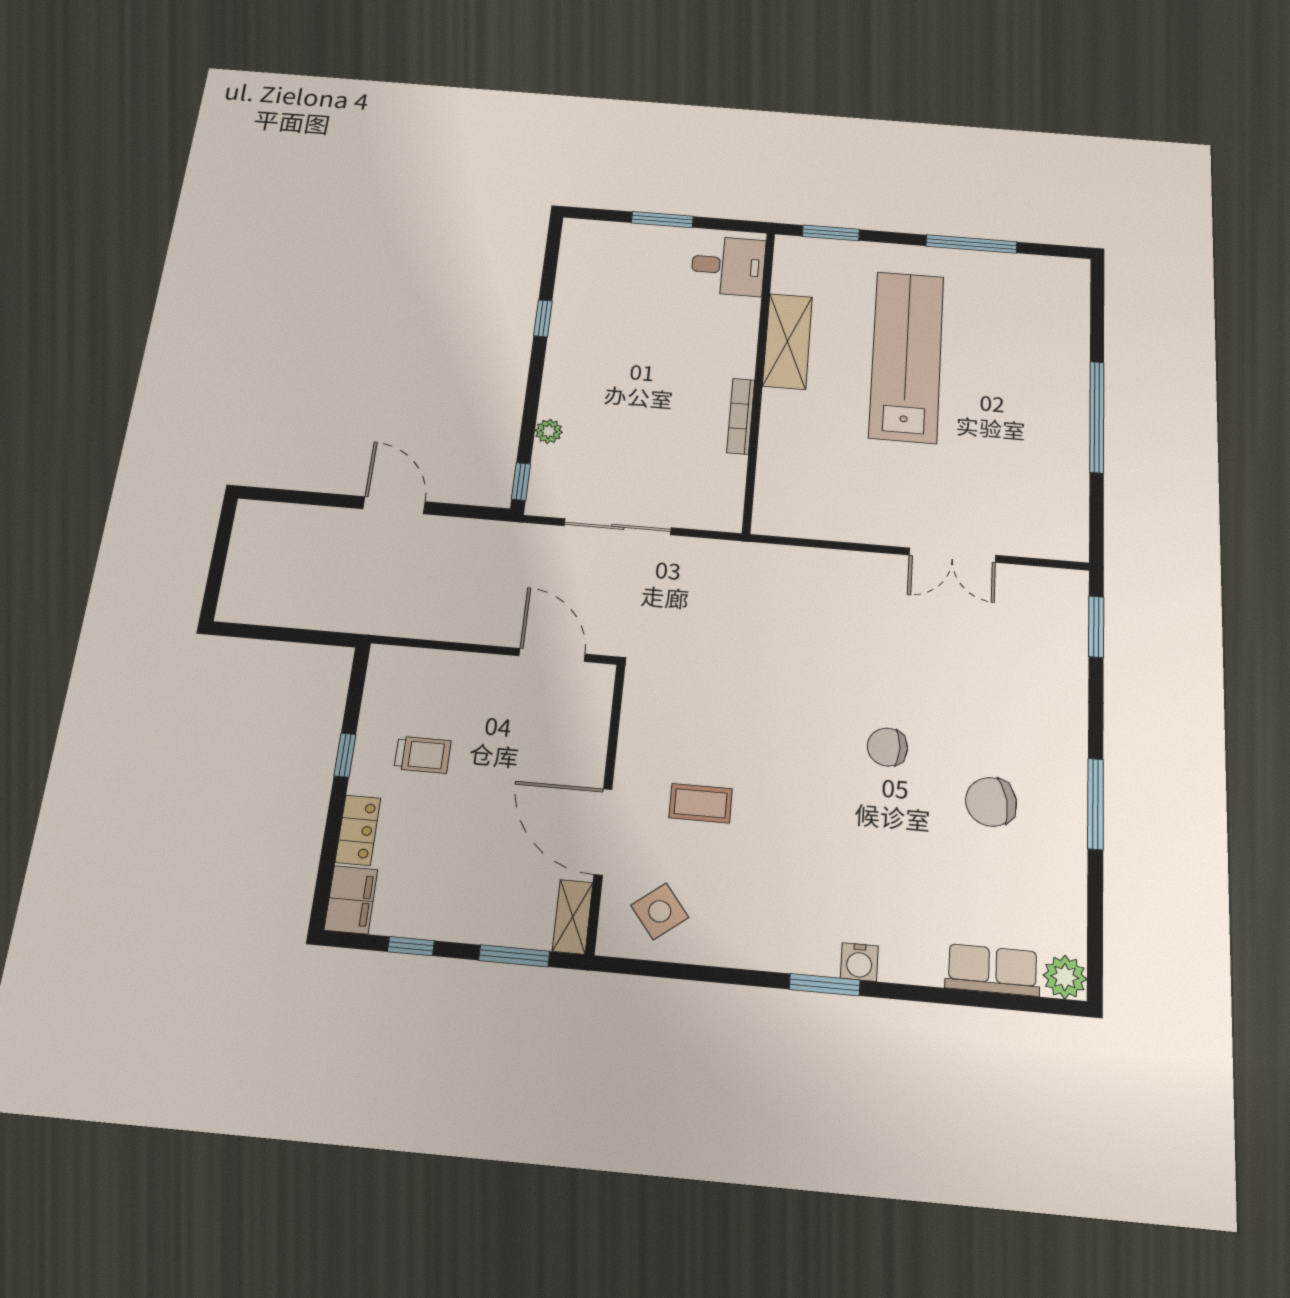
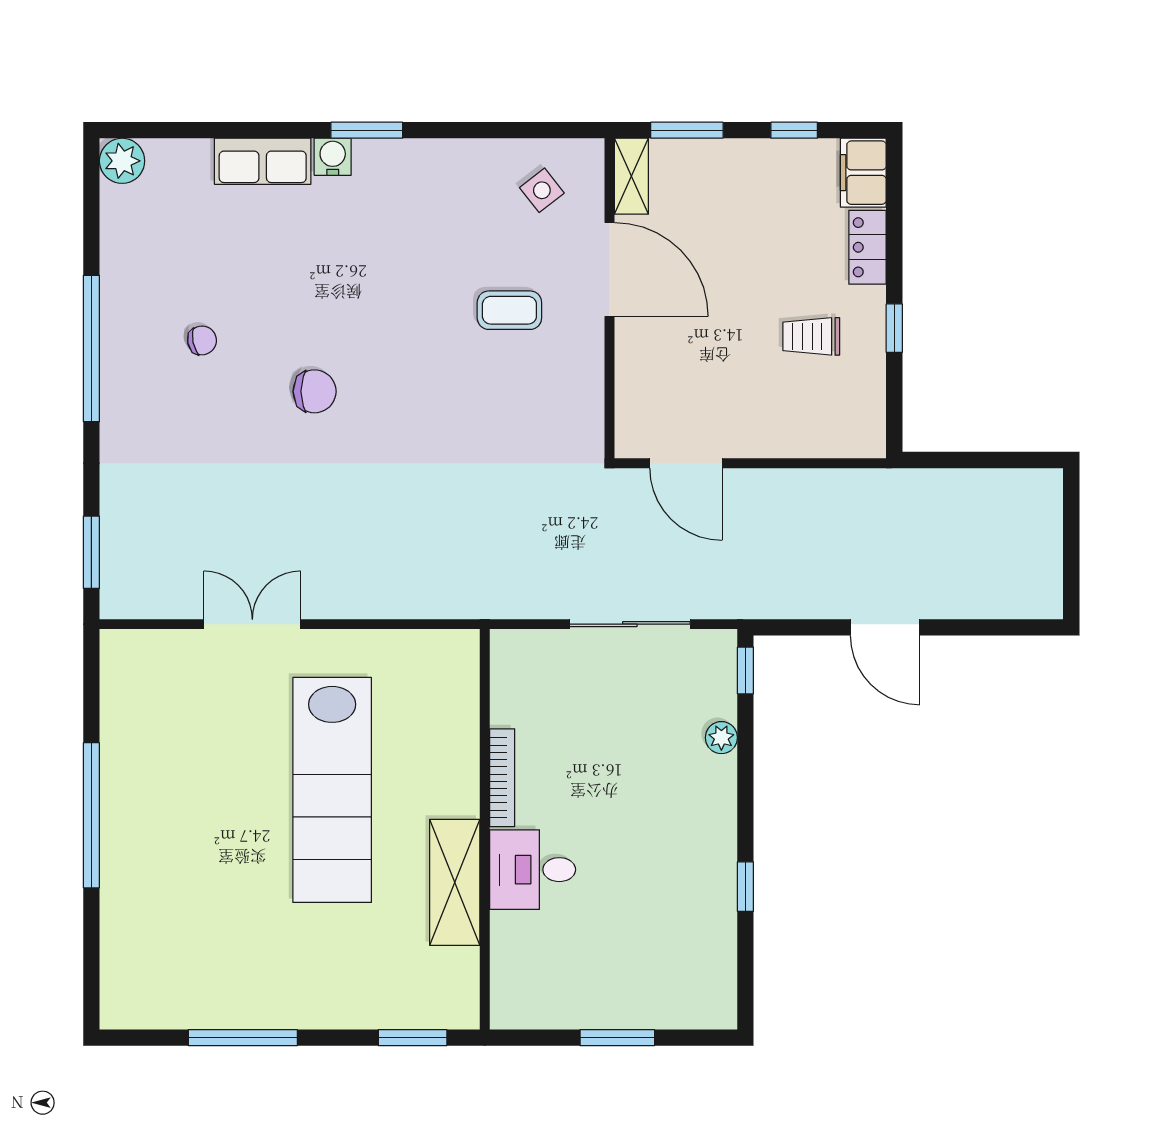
desk: (728, 266) -> (533, 870), moved
lab bench: (907, 356) -> (332, 790), moved
chair: (991, 802) -> (202, 340), width x0.54, depth x0.54
window: (1096, 804) -> (91, 349), width x1.46
side table: (660, 911) -> (542, 190), width x0.73, depth x0.73
row of seats: (992, 970) -> (263, 161), moved

